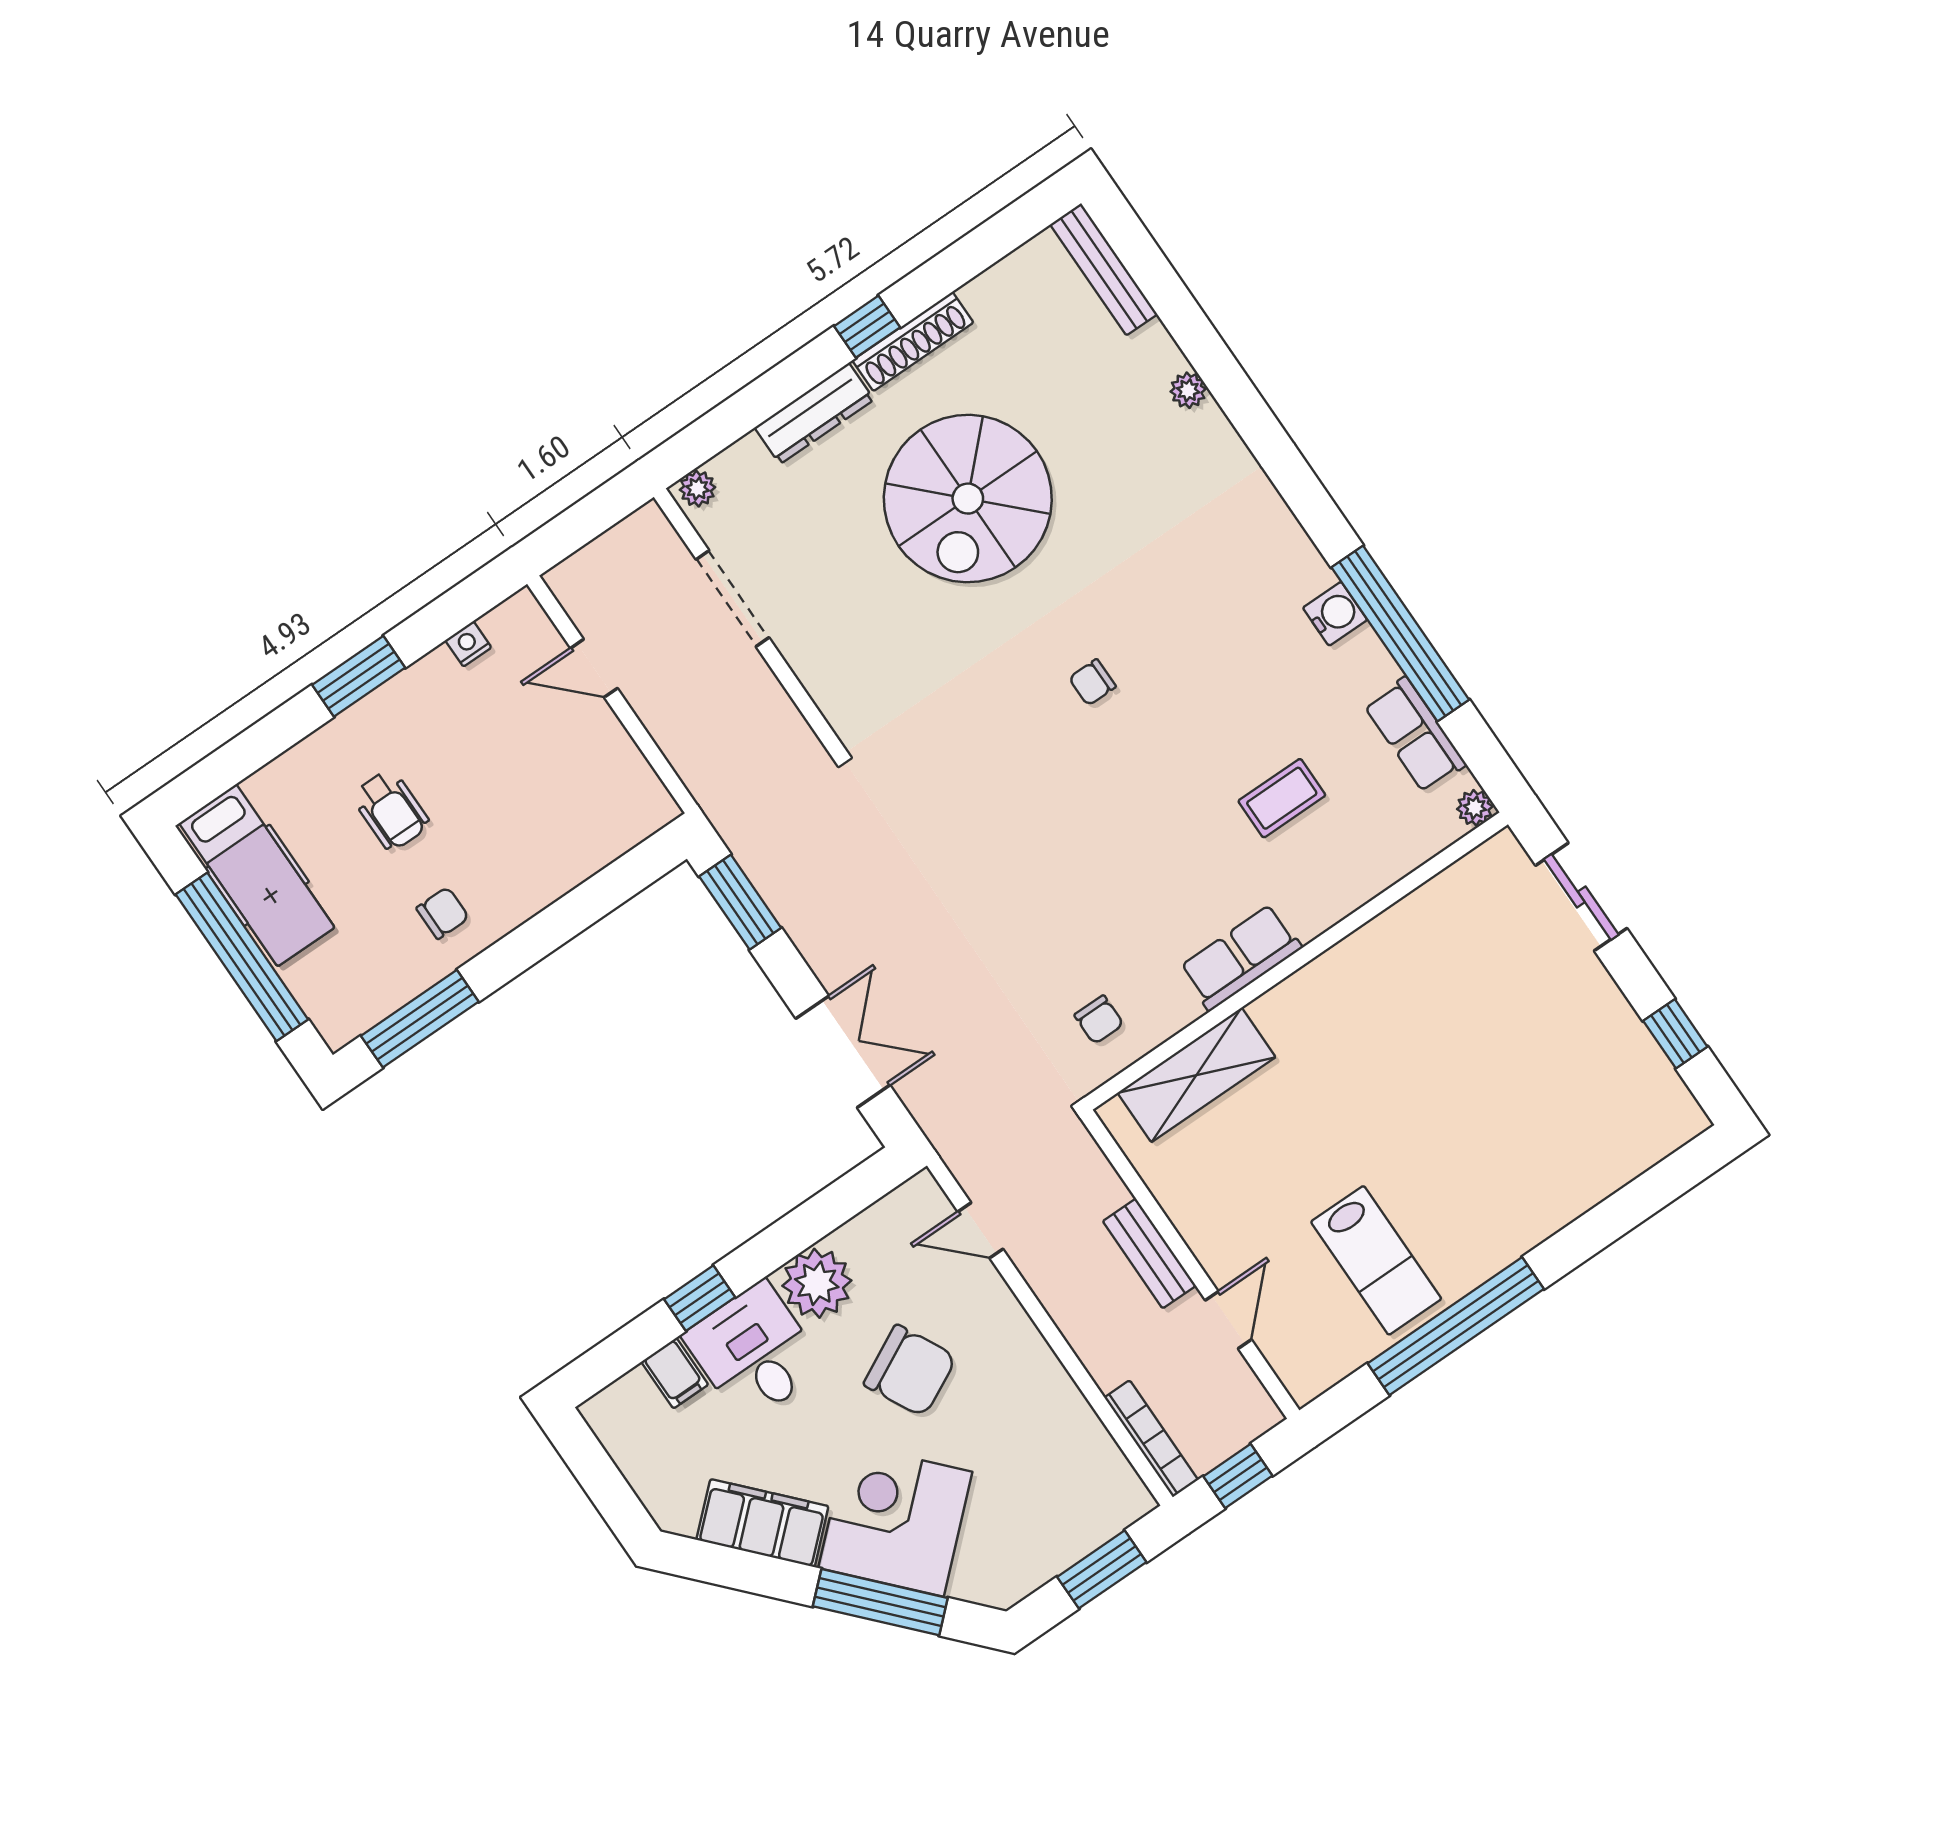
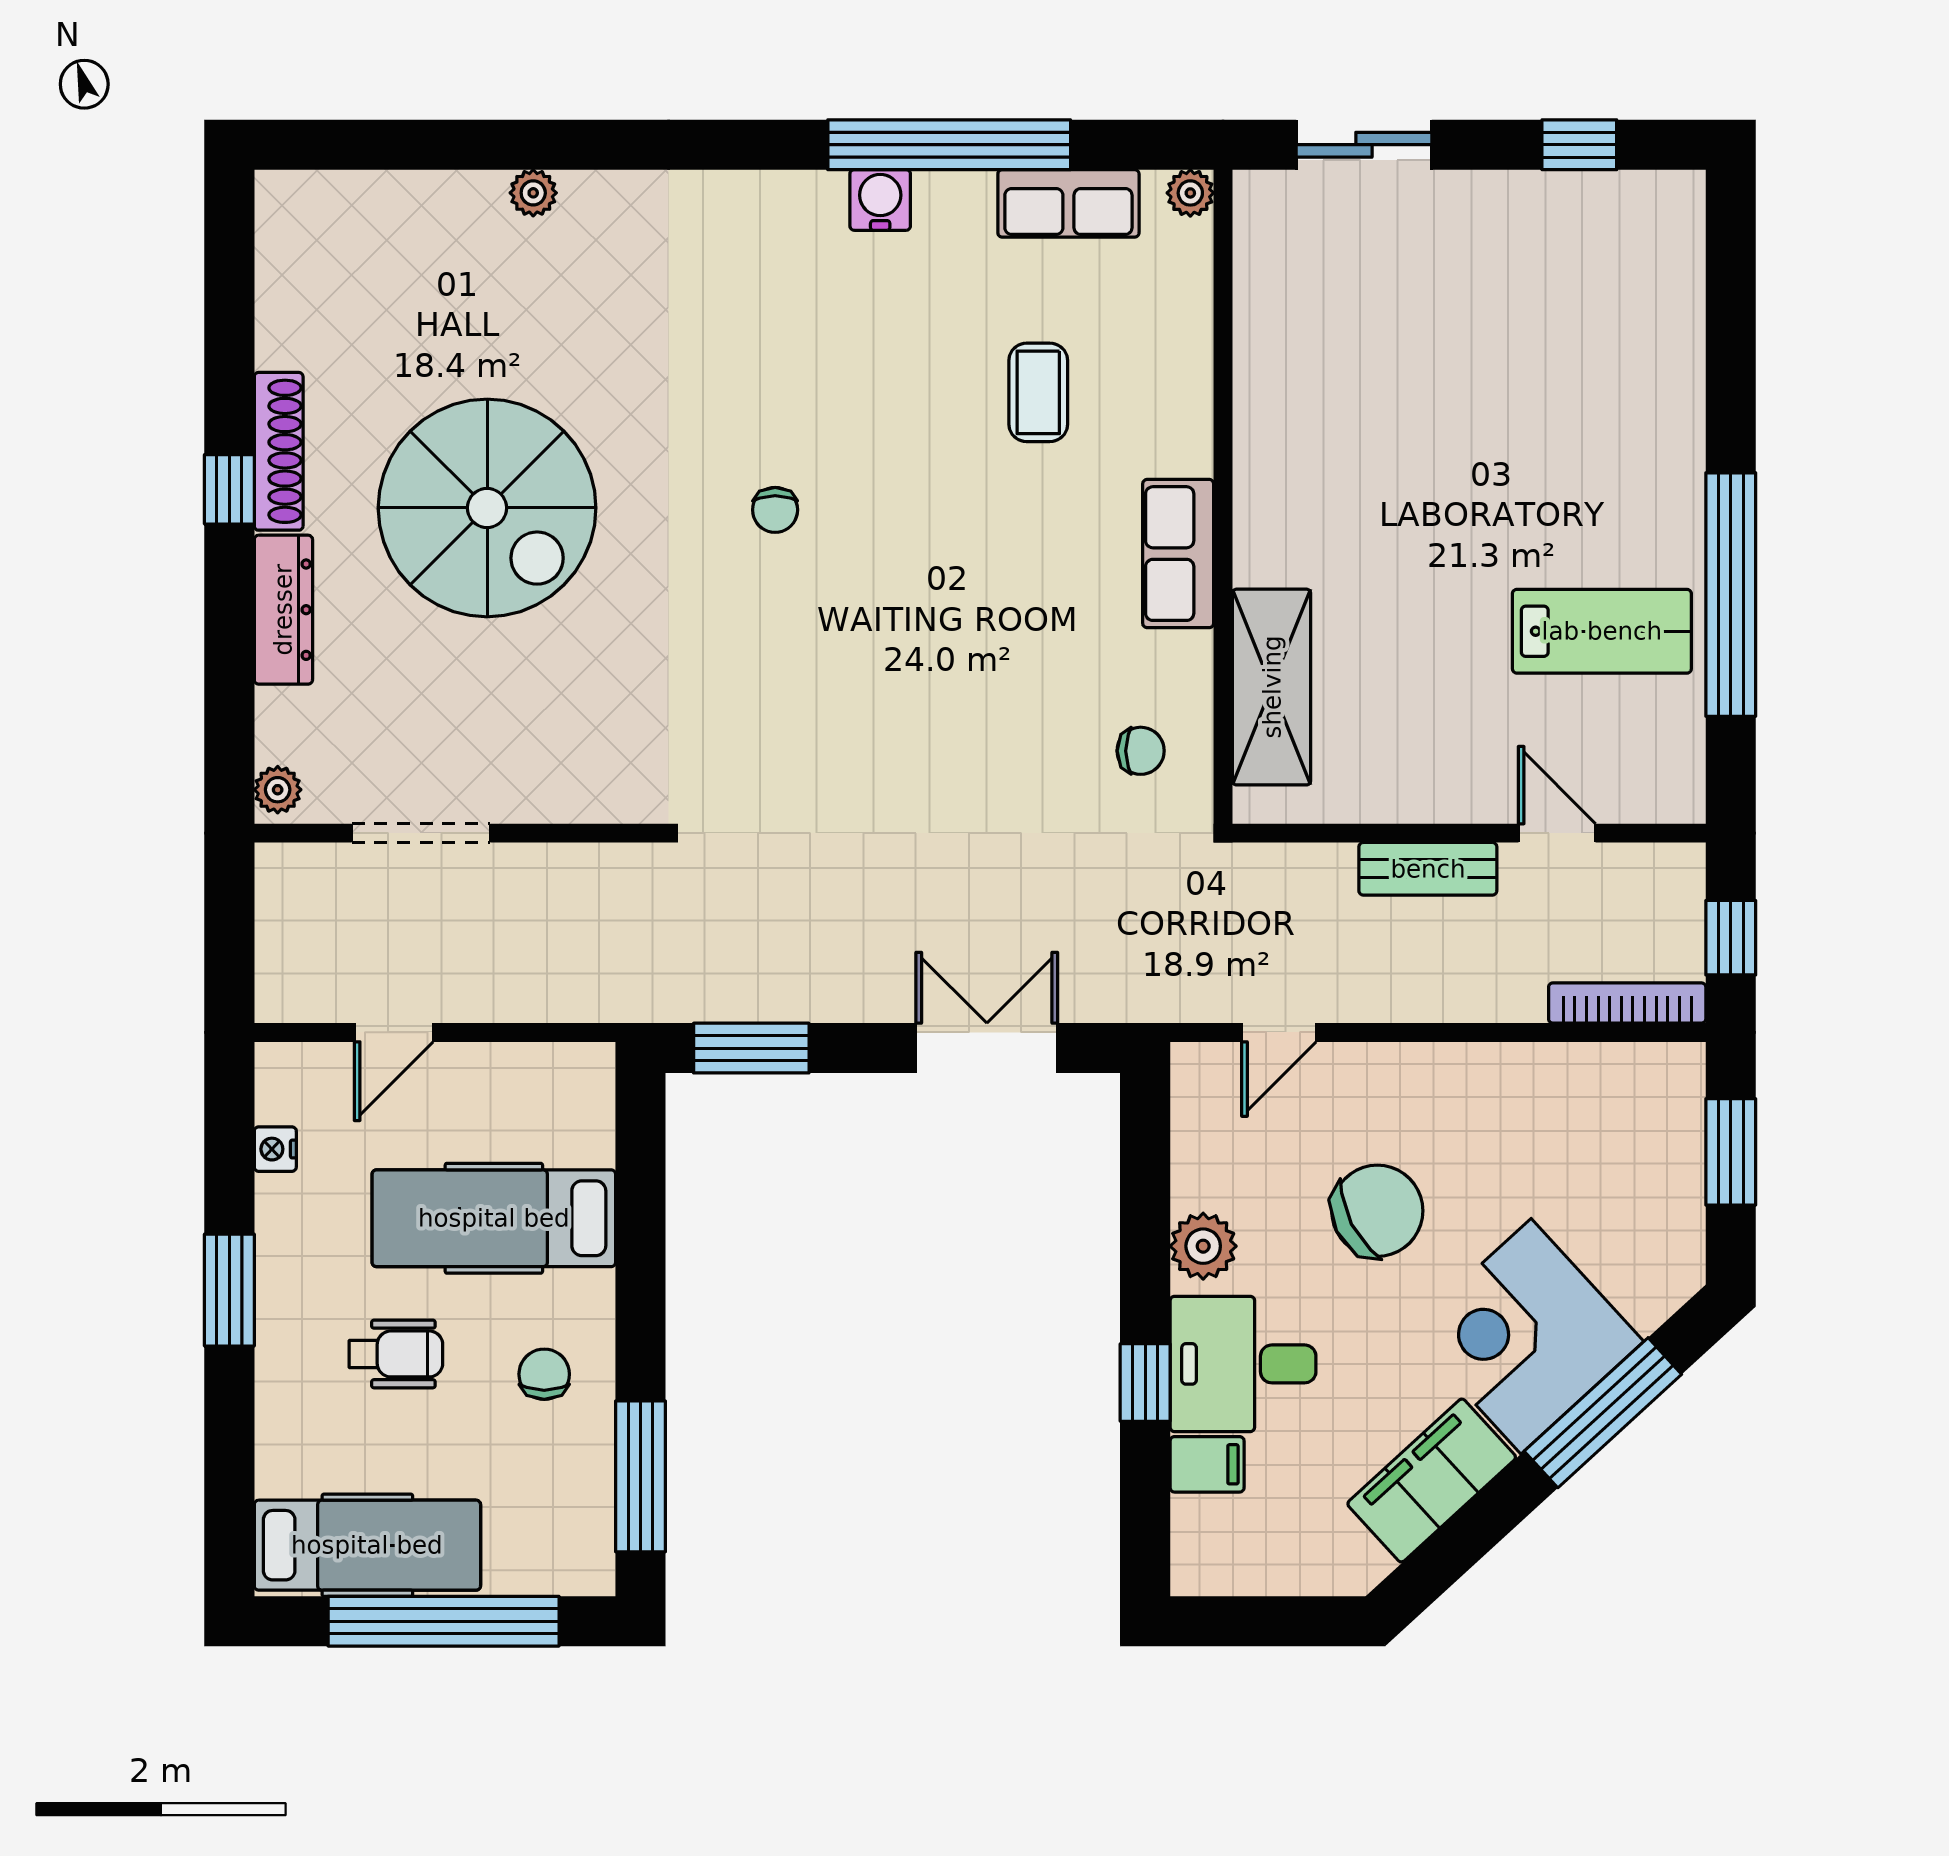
bench: (1104, 269) -> (342, 194), removed
hospital bed: (520, 813) -> (494, 1218), added
plant: (817, 1283) -> (1203, 1246), width x0.73, depth x0.73

